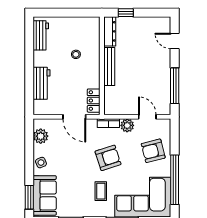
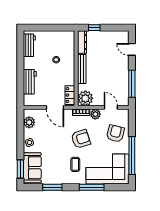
plant: (114, 105) -> (85, 98), added
armchair: (153, 151) -> (115, 133), turned 118

